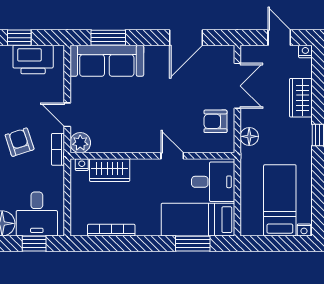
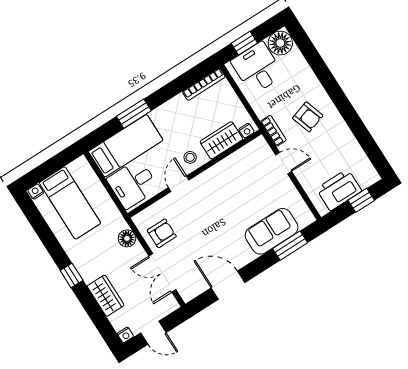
door: (186, 38) -> (228, 285), hinge flipped
sofa: (107, 61) -> (272, 231), width x0.73
plant: (80, 143) -> (259, 147), removed
door: (172, 156) -> (179, 184), swing flipped
stool: (147, 173) -> (190, 157), added
bookcase: (111, 230) -> (204, 84), moved
window: (193, 244) -> (134, 114), moved

